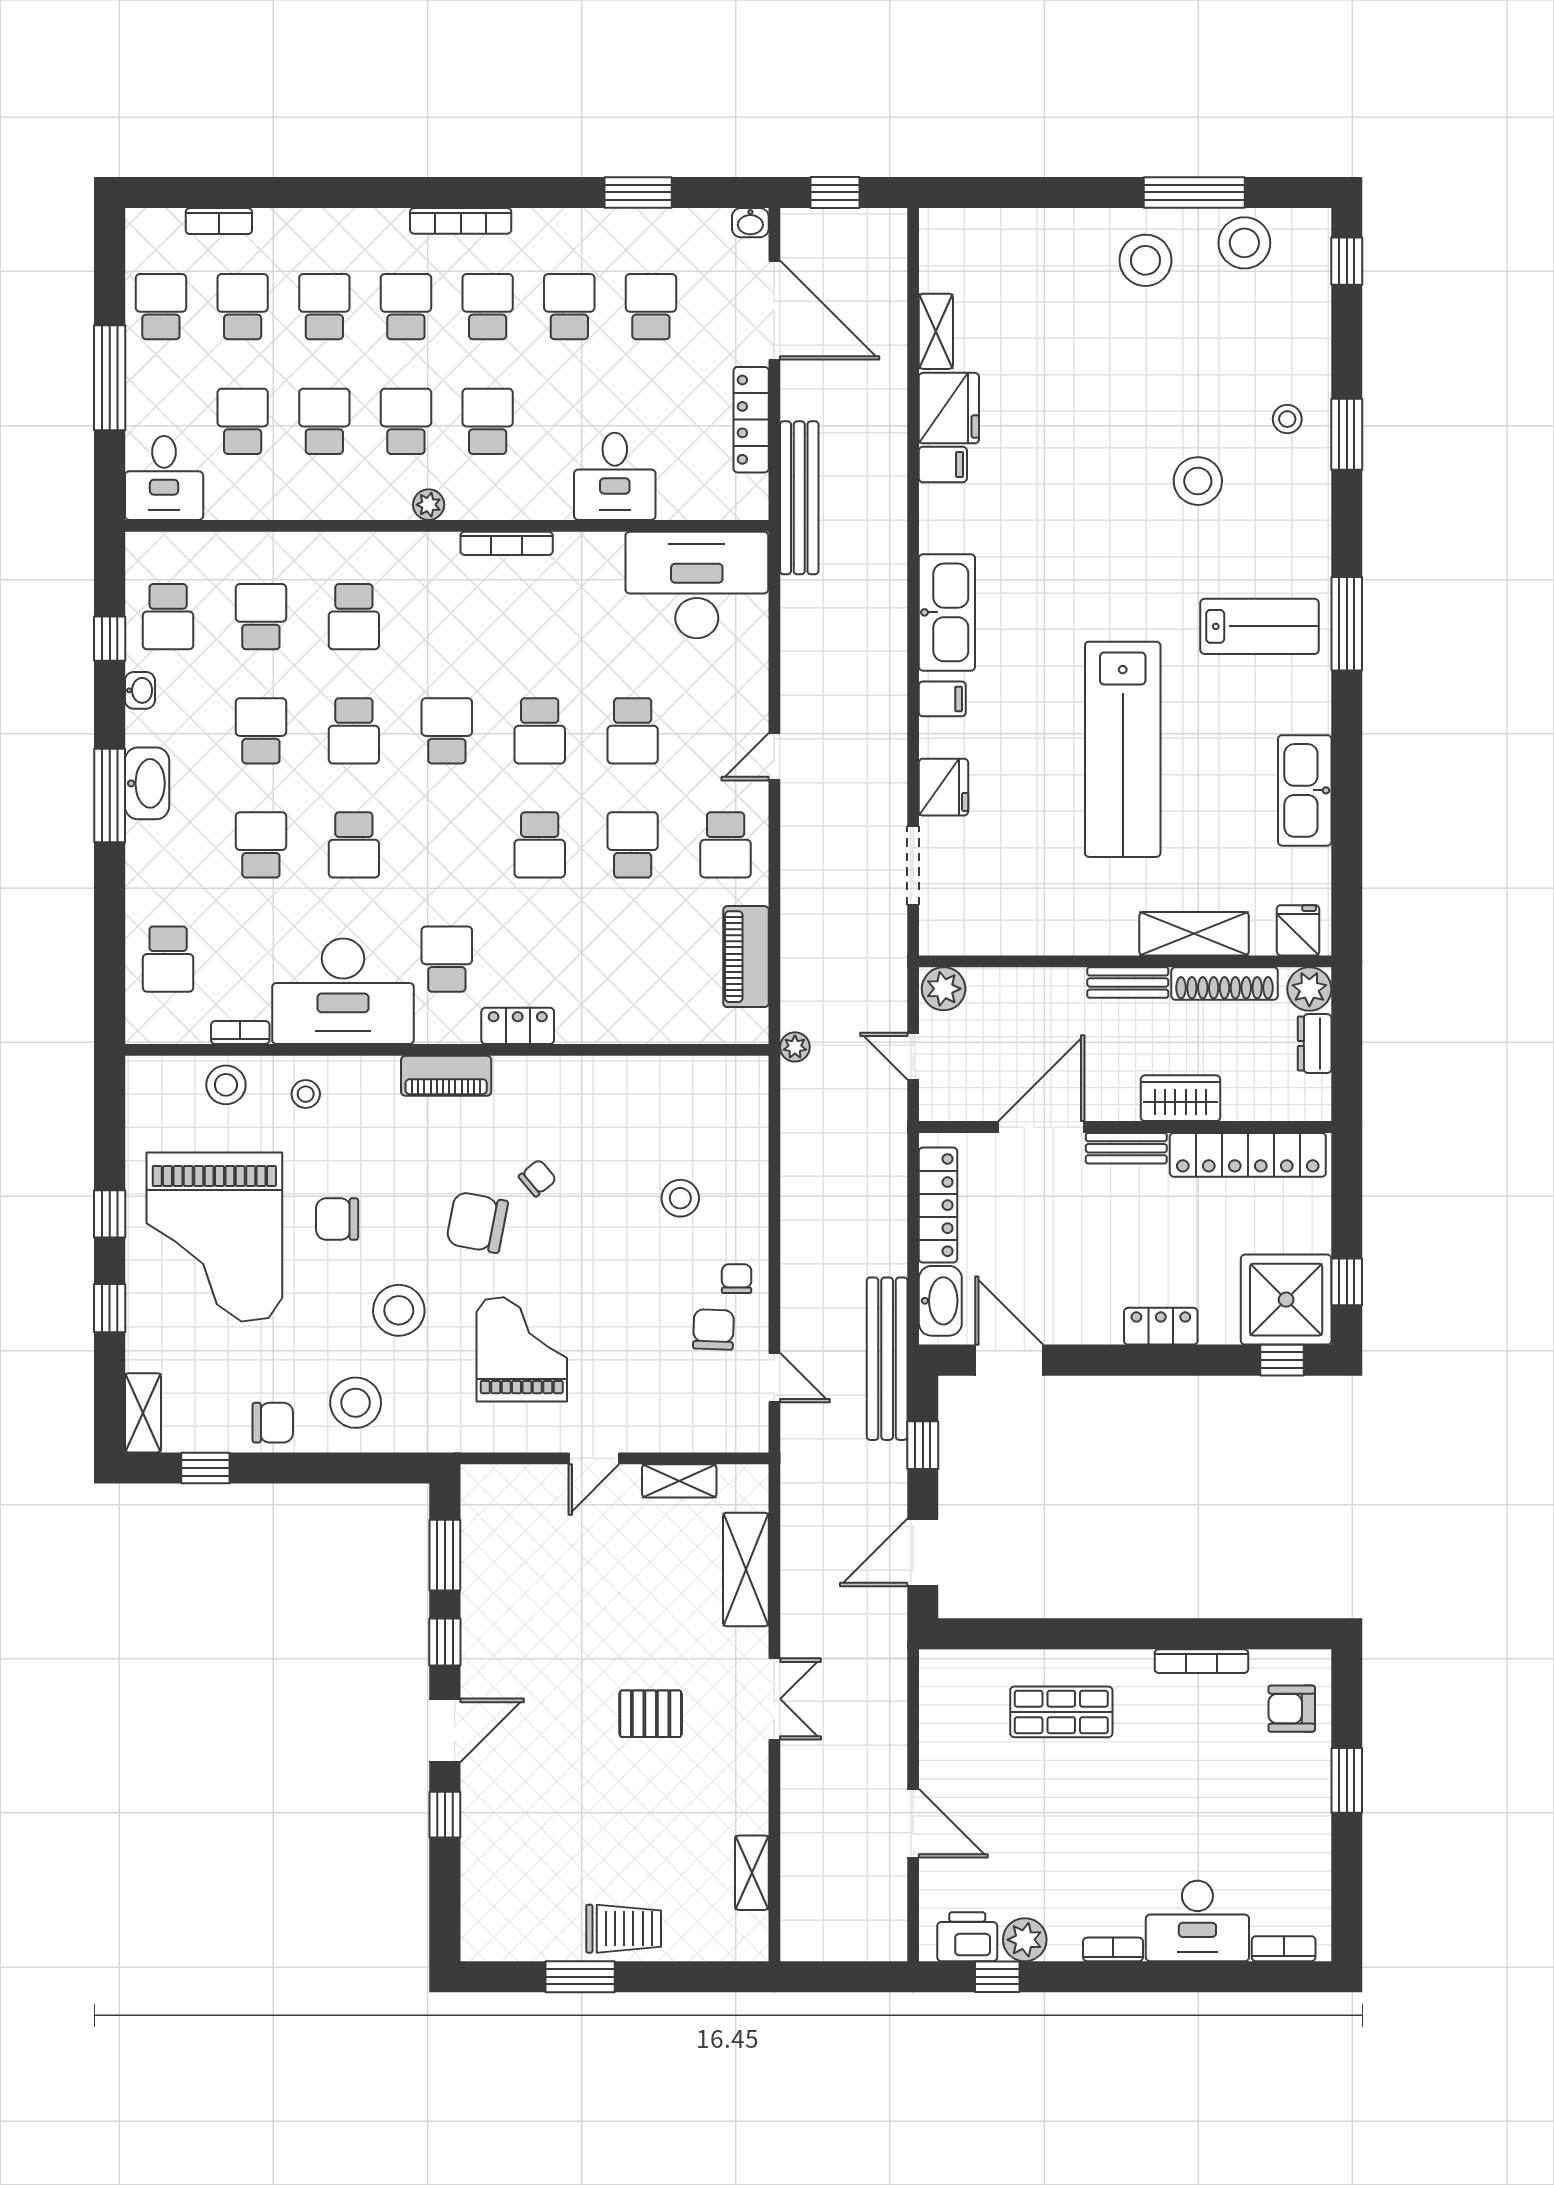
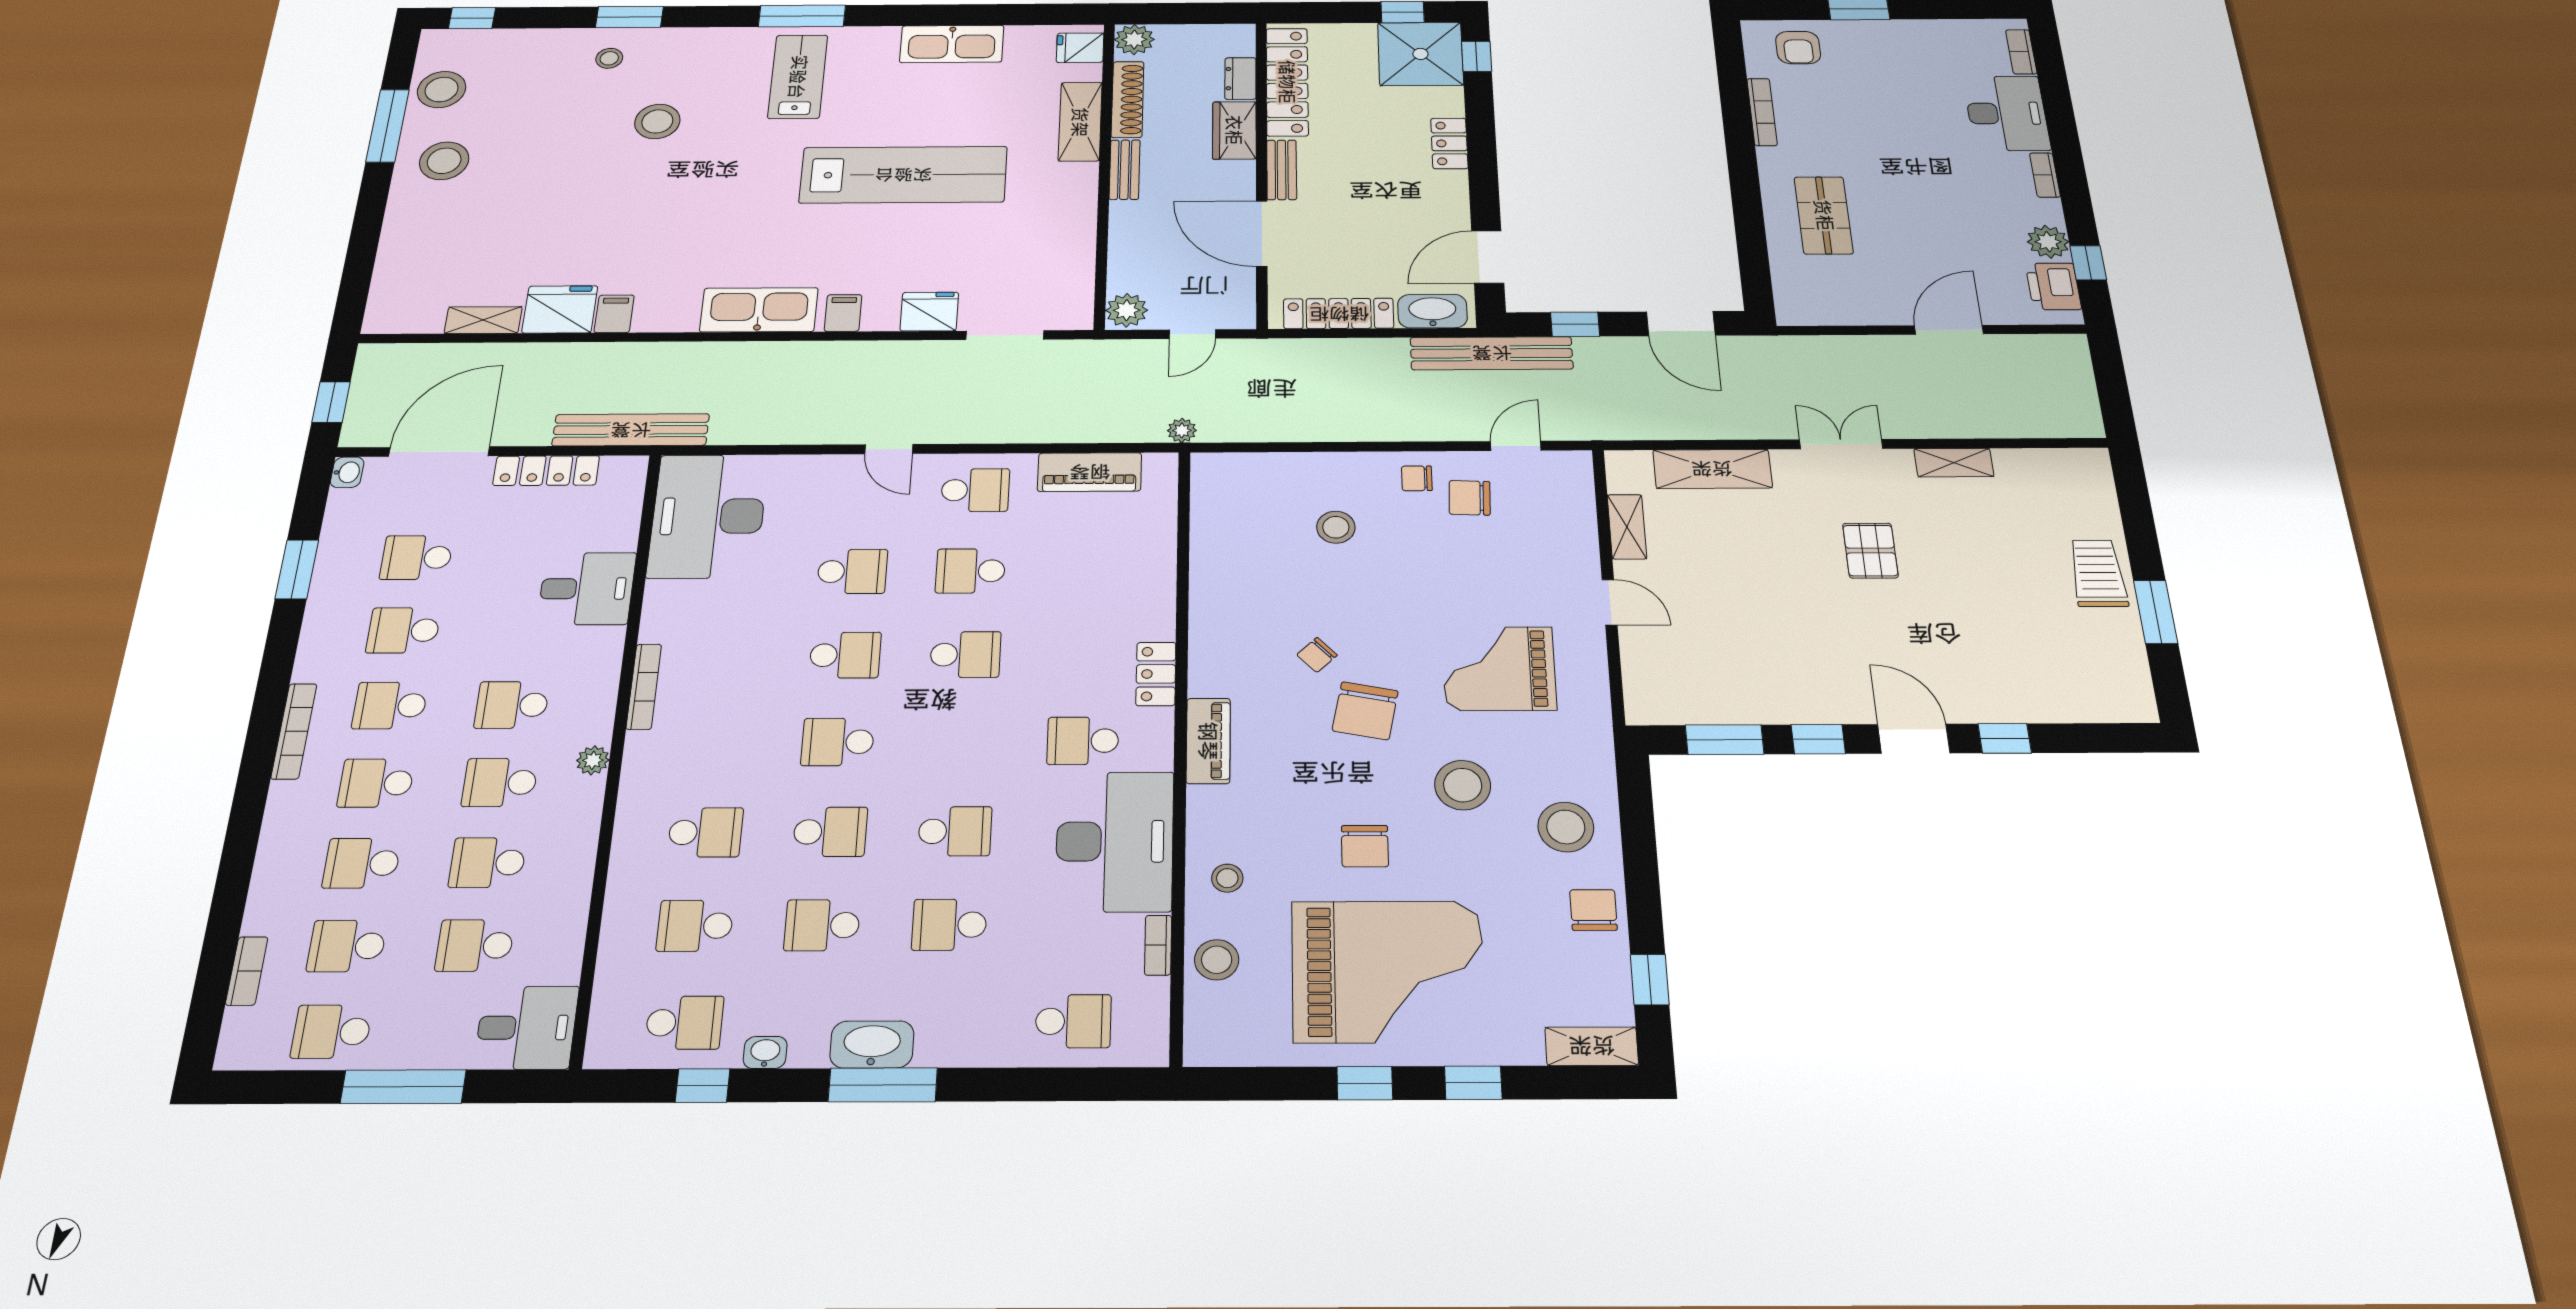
dresser: (1315, 1044) -> (1240, 78), moved, turned 90
chair: (537, 1178) -> (1317, 655), turned -94
shelving: (752, 1873) -> (1954, 463), moved

